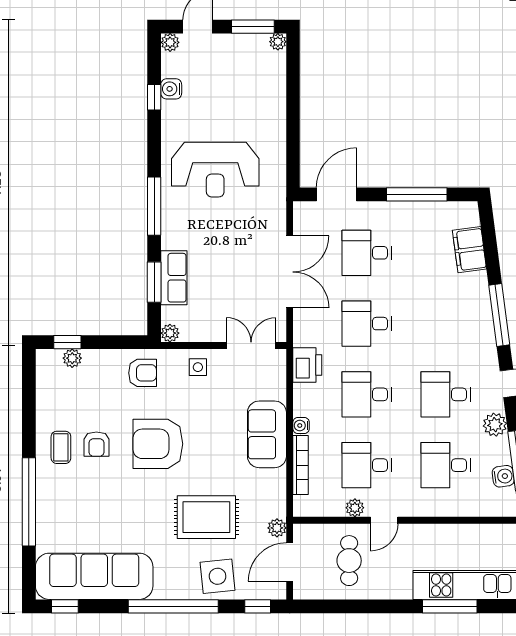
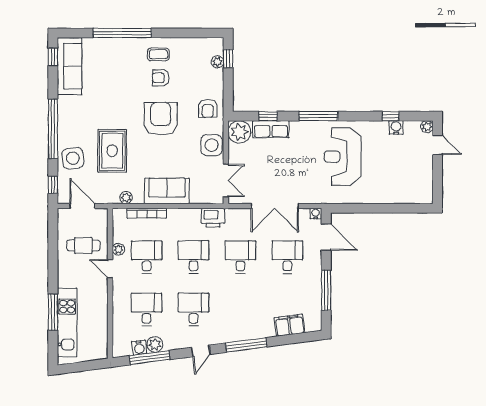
window: (253, 27) -> (437, 182), removed
plant: (278, 42) -> (427, 198), removed
window: (154, 282) -> (268, 116), width x0.67
plant: (170, 333) -> (239, 132), width x1.87, depth x1.87
side table: (198, 367) -> (212, 145), width x1.87, depth x1.87
plant: (495, 425) -> (155, 345), moved
water cooler: (301, 426) -> (316, 214), moved
plant: (277, 528) -> (126, 198), moved
sofa: (94, 576) -> (70, 66), width x0.74, depth x0.79

